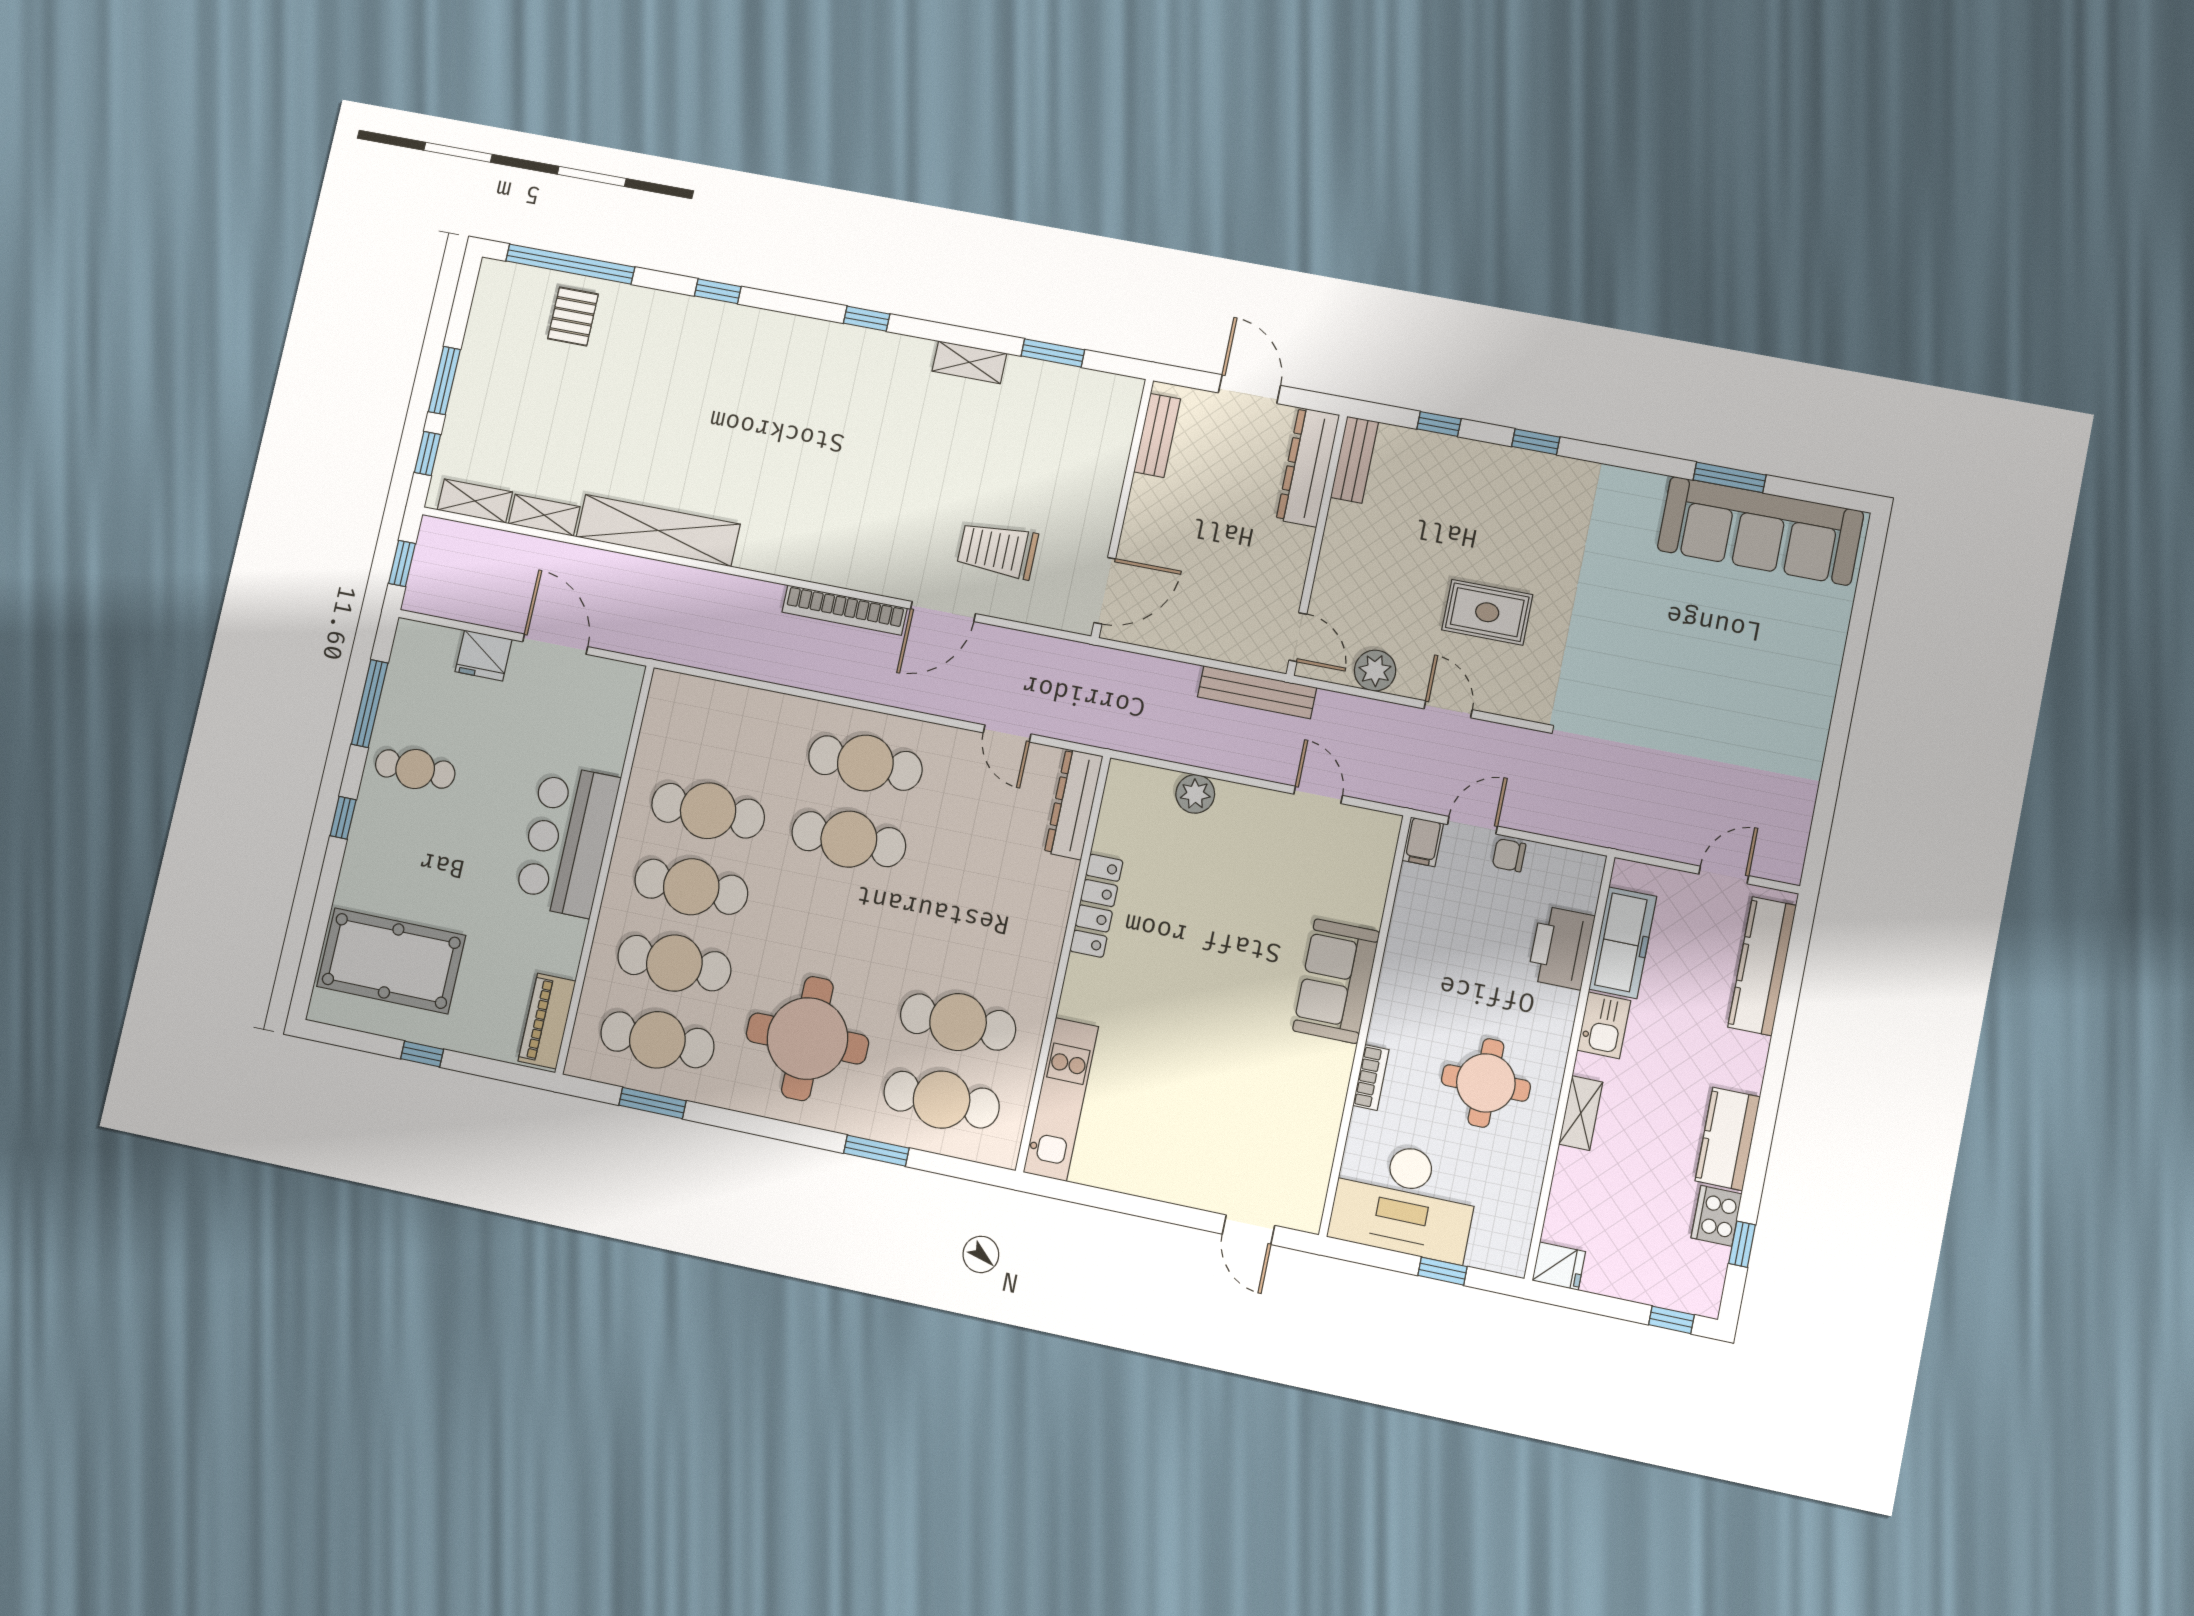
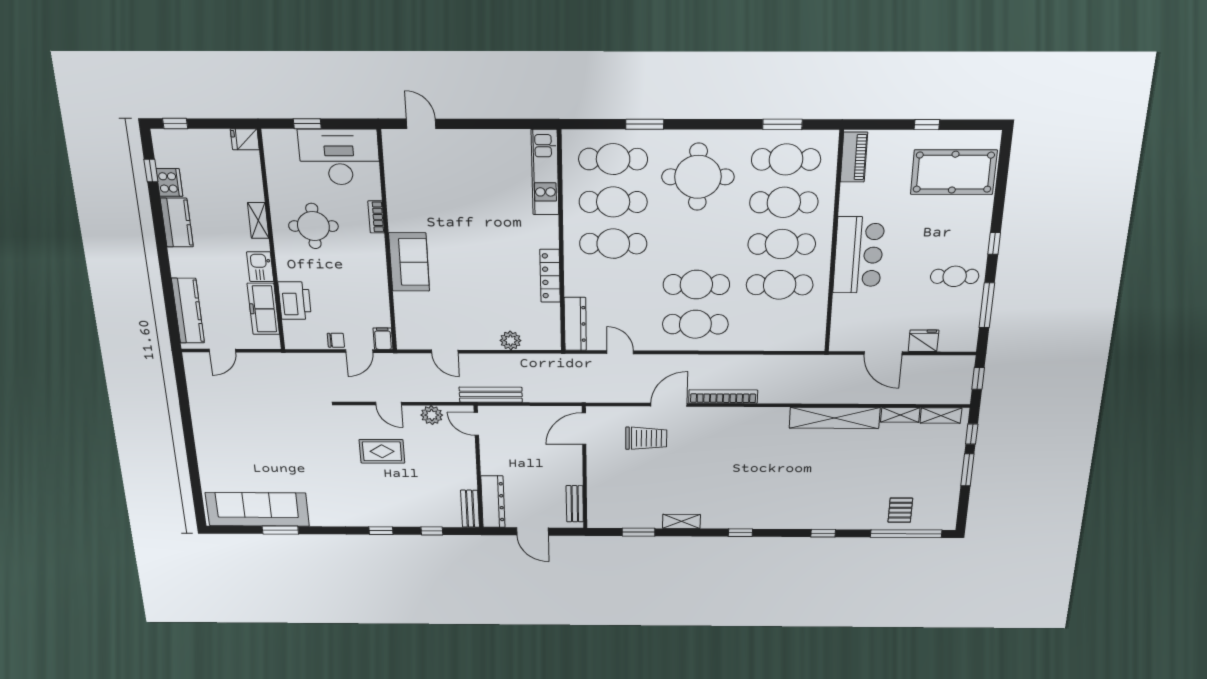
cafe table: (974, 945) -> (613, 244), added

